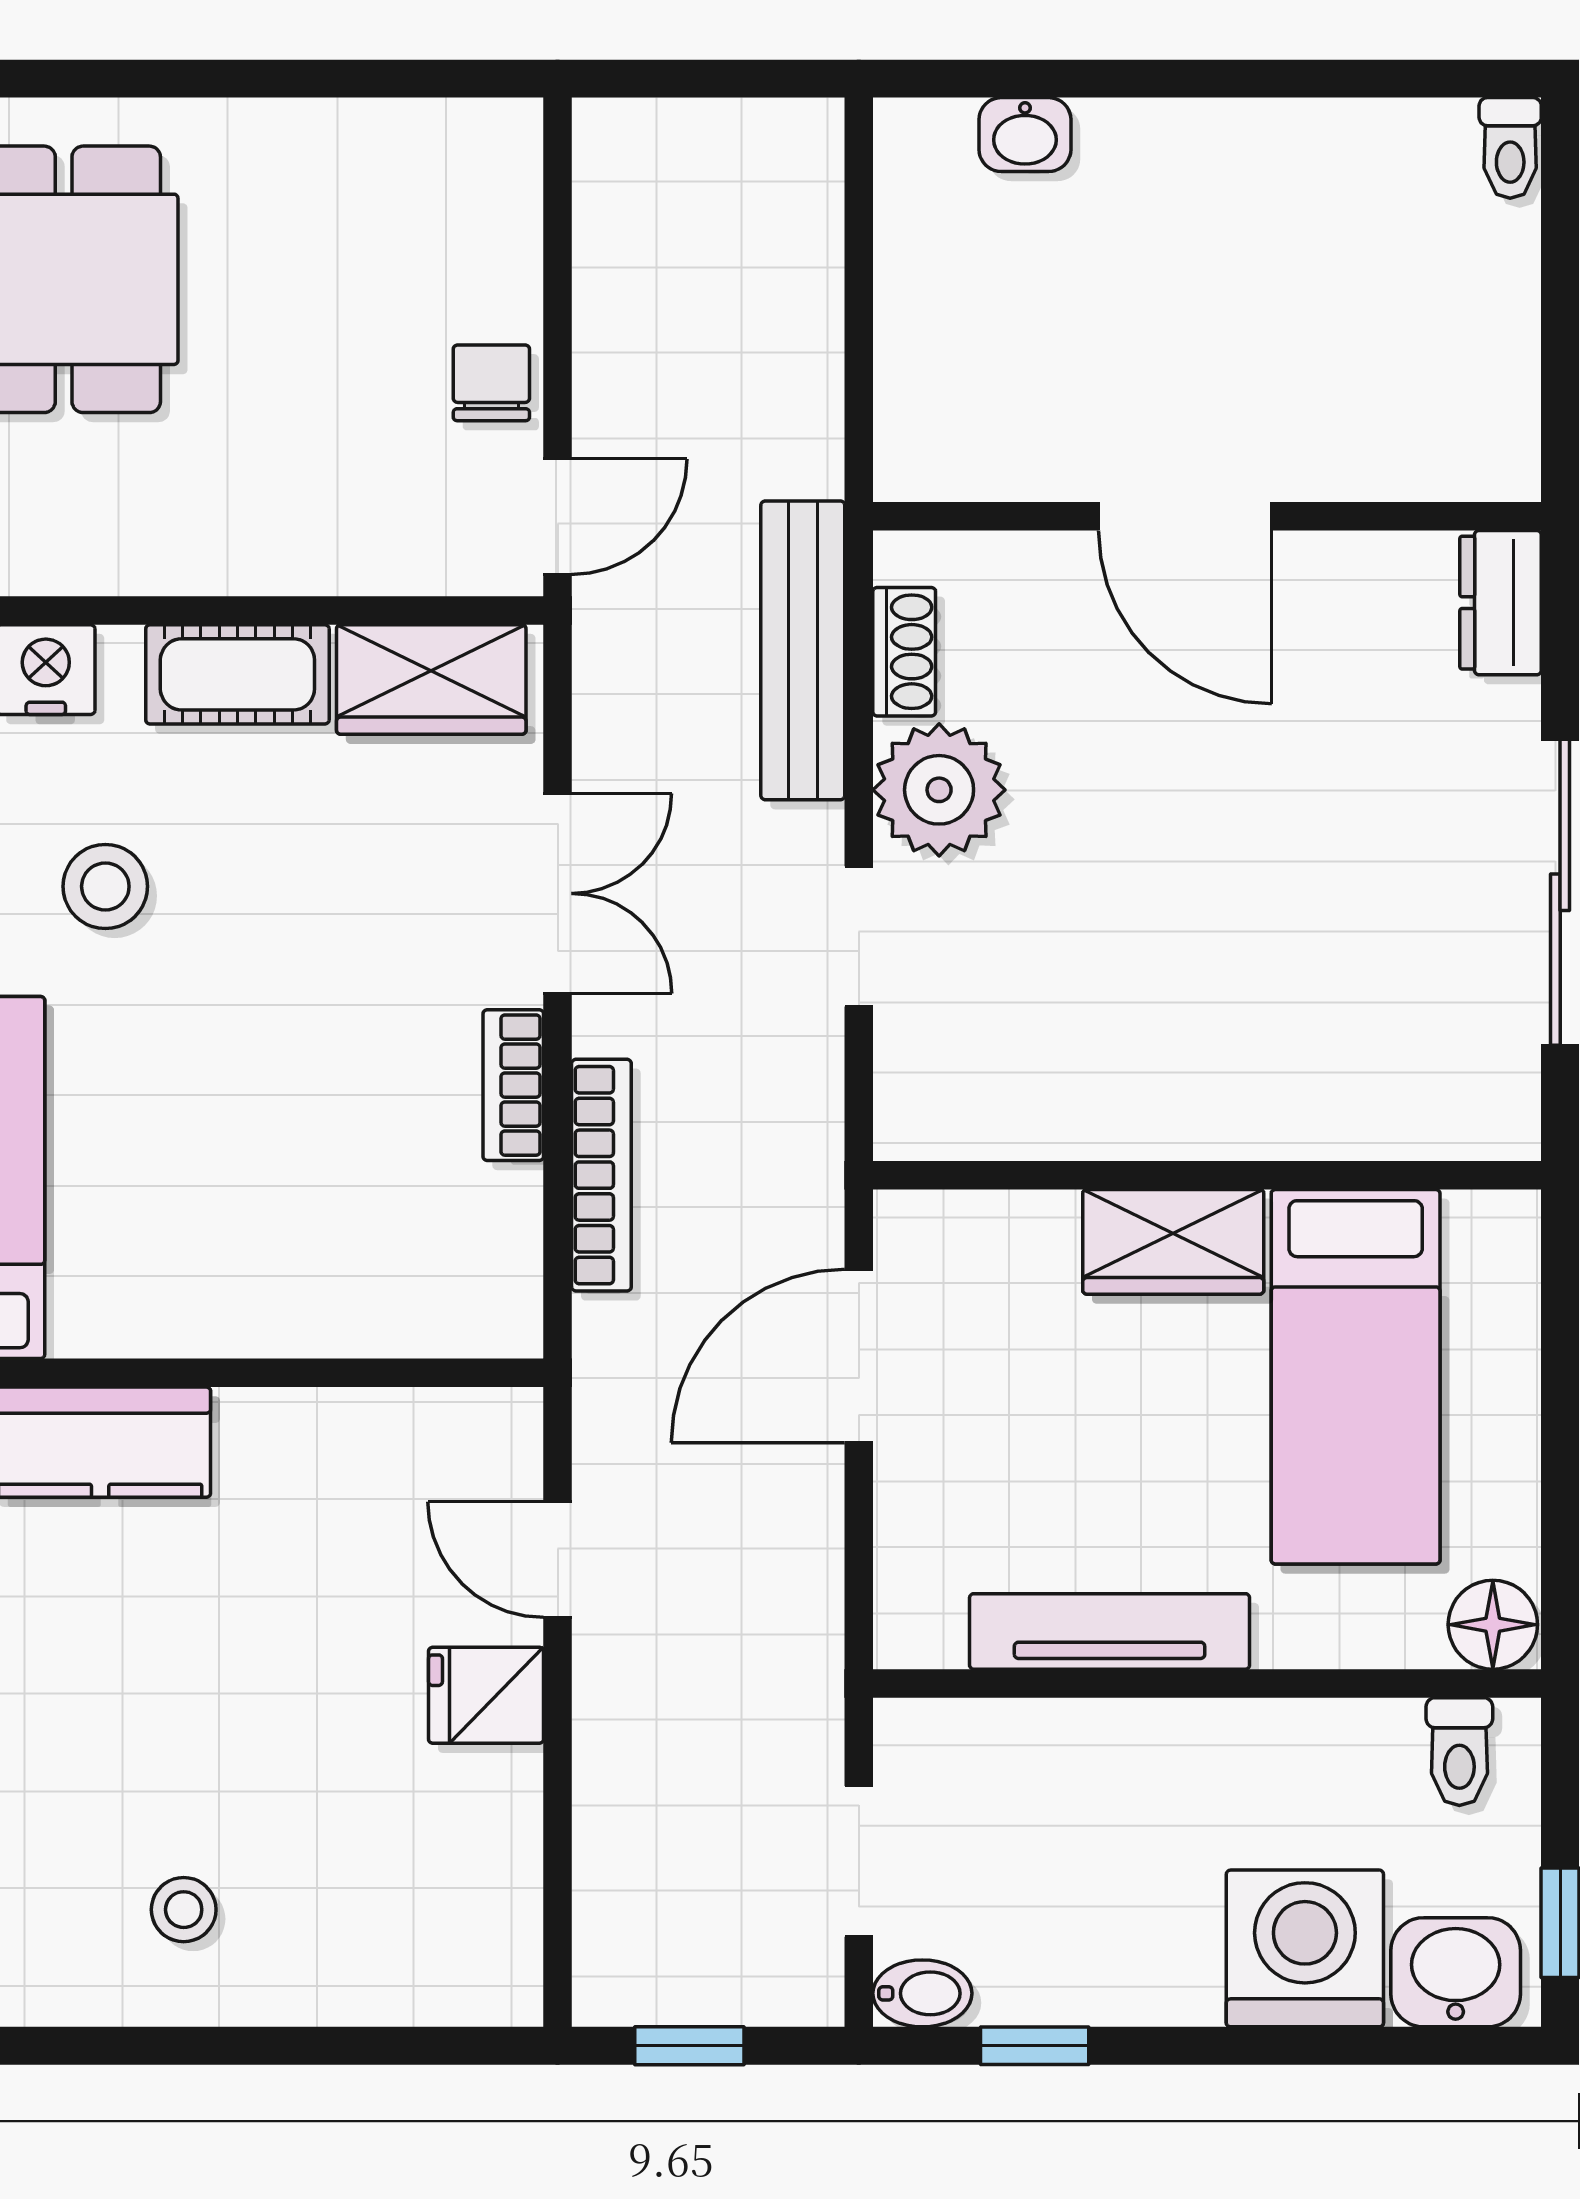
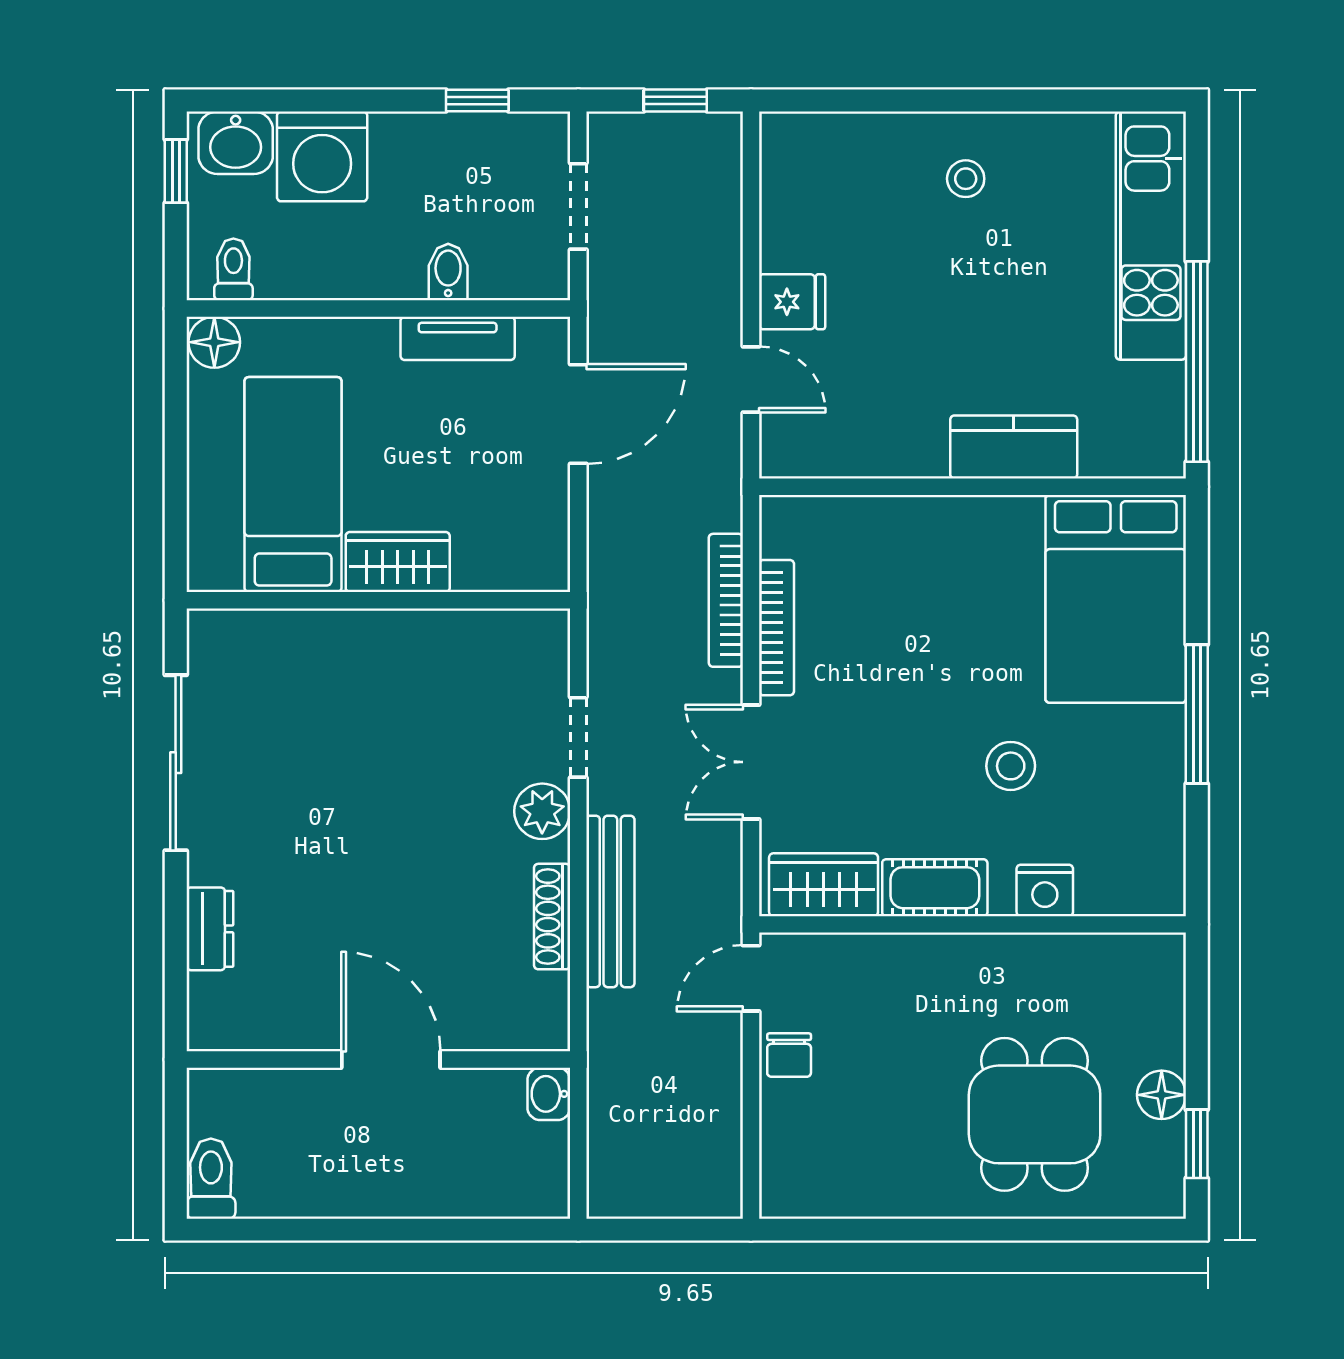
washbasin: (1025, 135) -> (549, 1094), moved, turned -90
toilet: (1510, 148) -> (211, 1179), width x1.37, depth x1.39
door: (1185, 516) -> (391, 1059), moved
wall: (1207, 516) -> (378, 1059), moved
shoe rack: (904, 652) -> (552, 917), width x1.43
plant: (939, 790) -> (542, 811), width x0.73, depth x0.73
bookcase: (513, 1085) -> (777, 628), width x1.56
door: (859, 1356) -> (578, 414), moved
tv unit: (1110, 1631) -> (458, 338), width x0.71
bidet: (922, 1993) -> (448, 272), moved, turned 90

